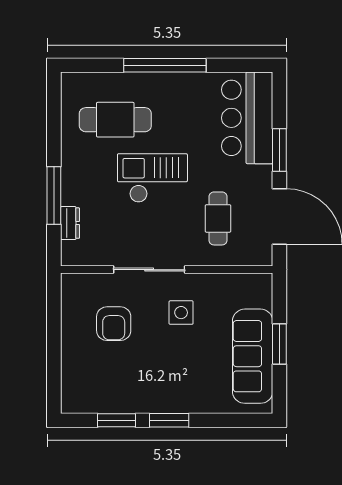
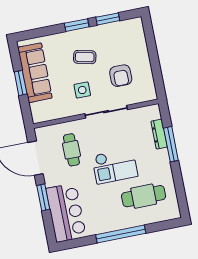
dresser: (70, 223) -> (159, 134), width x1.44
armchair: (114, 324) -> (121, 76), turned 180
coffee table: (166, 366) -> (85, 57), added

